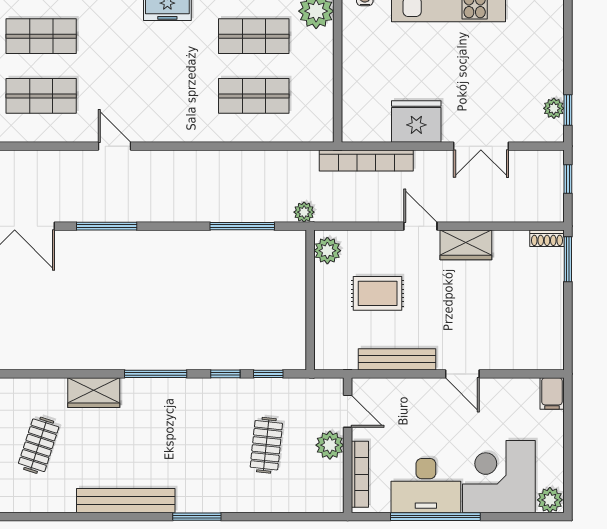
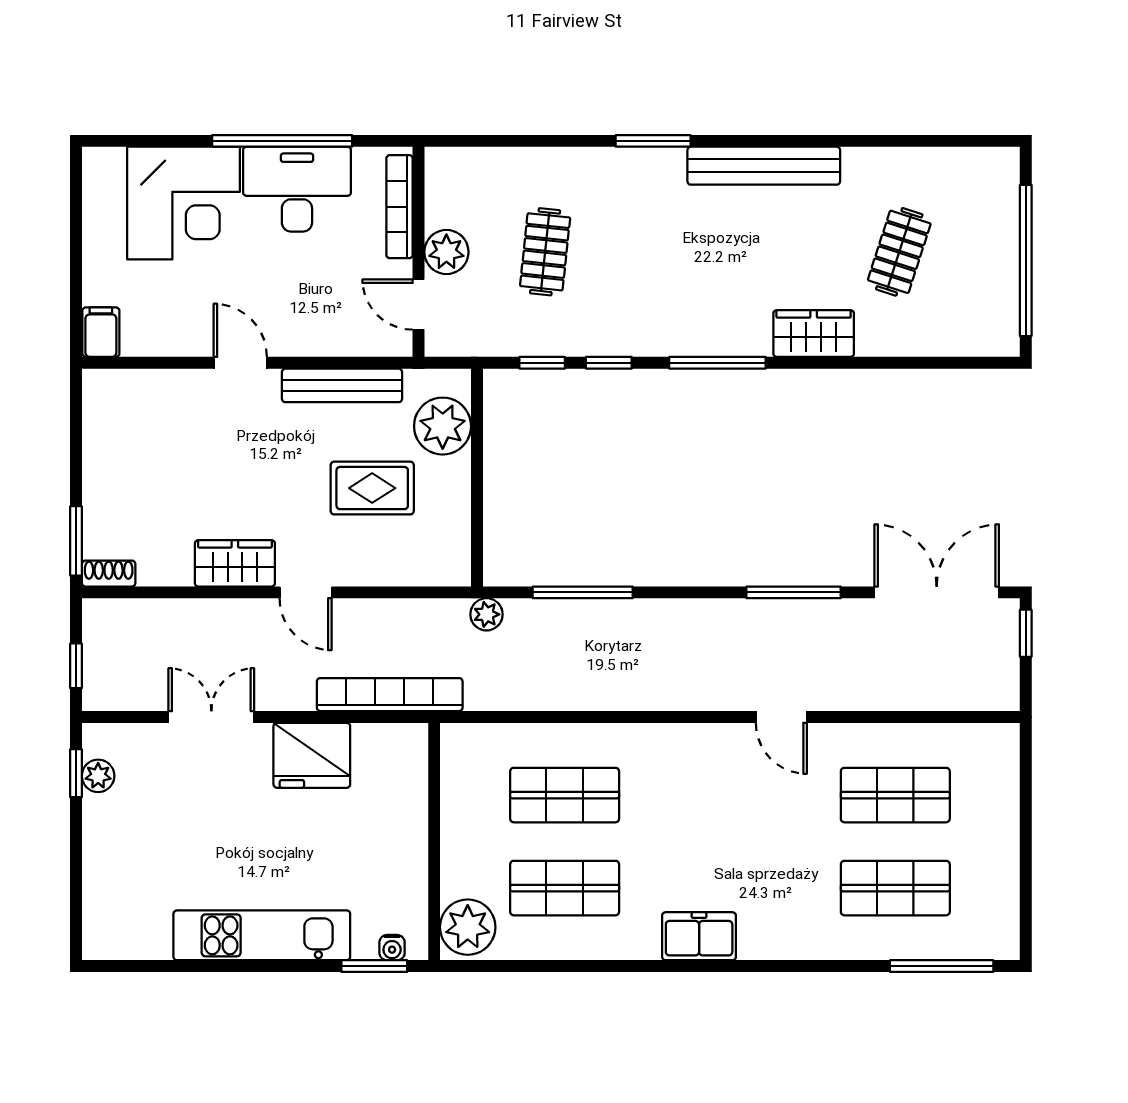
plant: (327, 251) -> (443, 426), moved, width x1.36, depth x1.36
plant: (550, 500) -> (104, 167), removed

